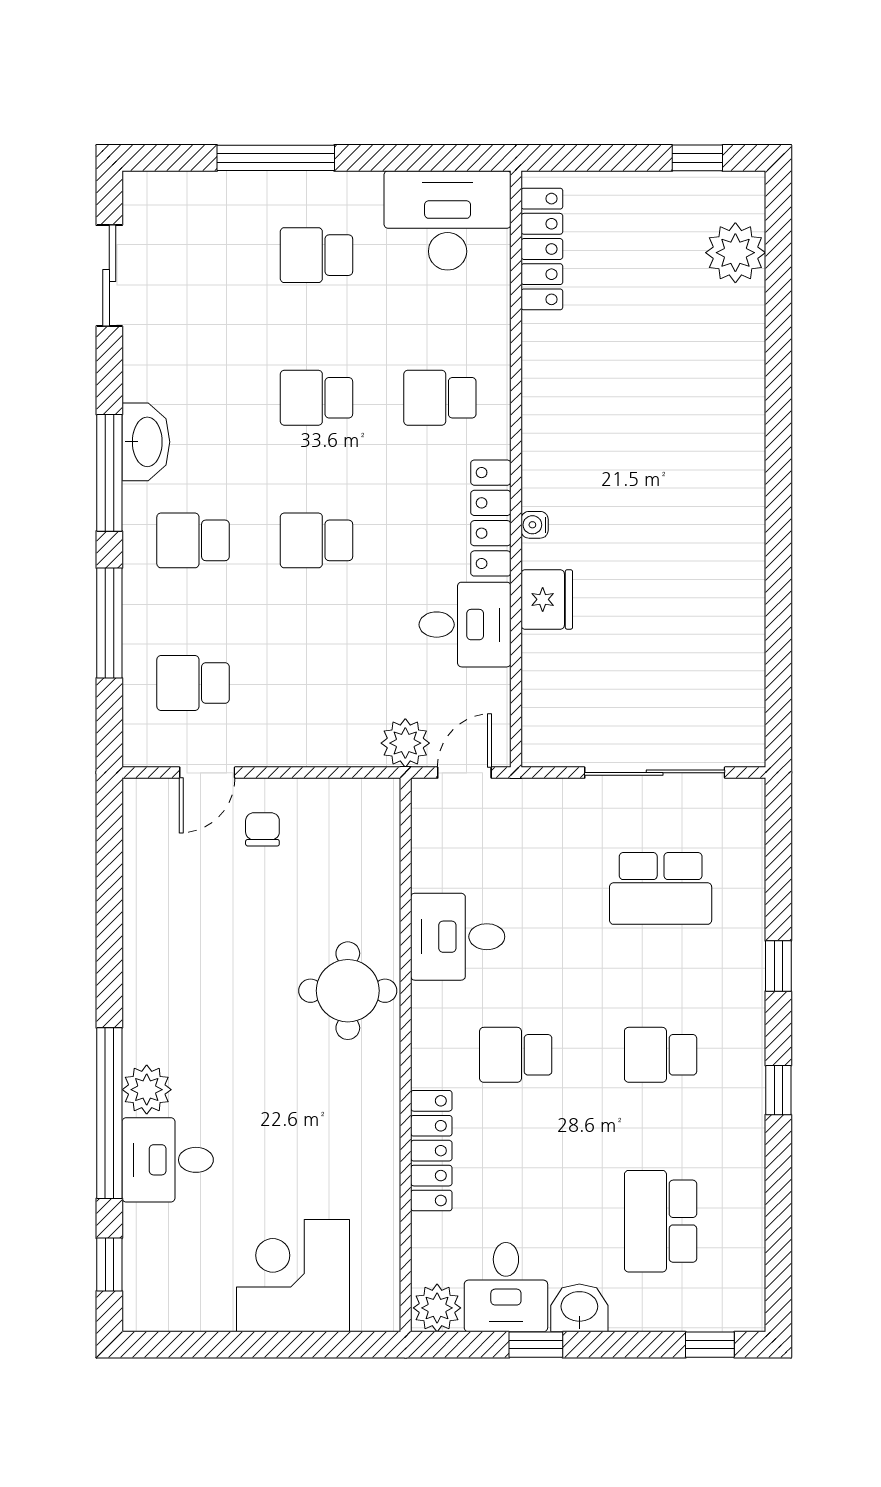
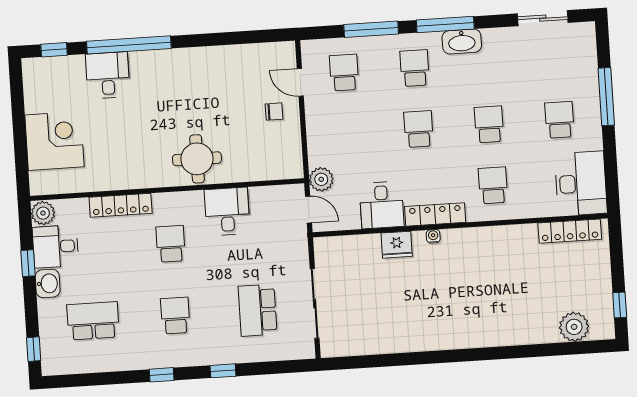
plant: (147, 1090) -> (142, 63), removed

